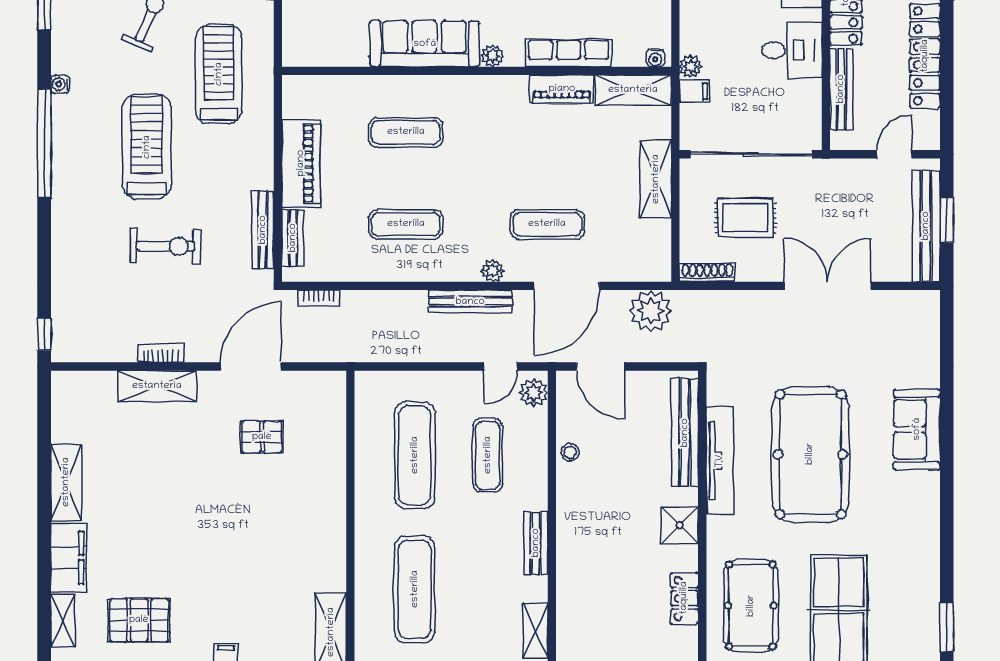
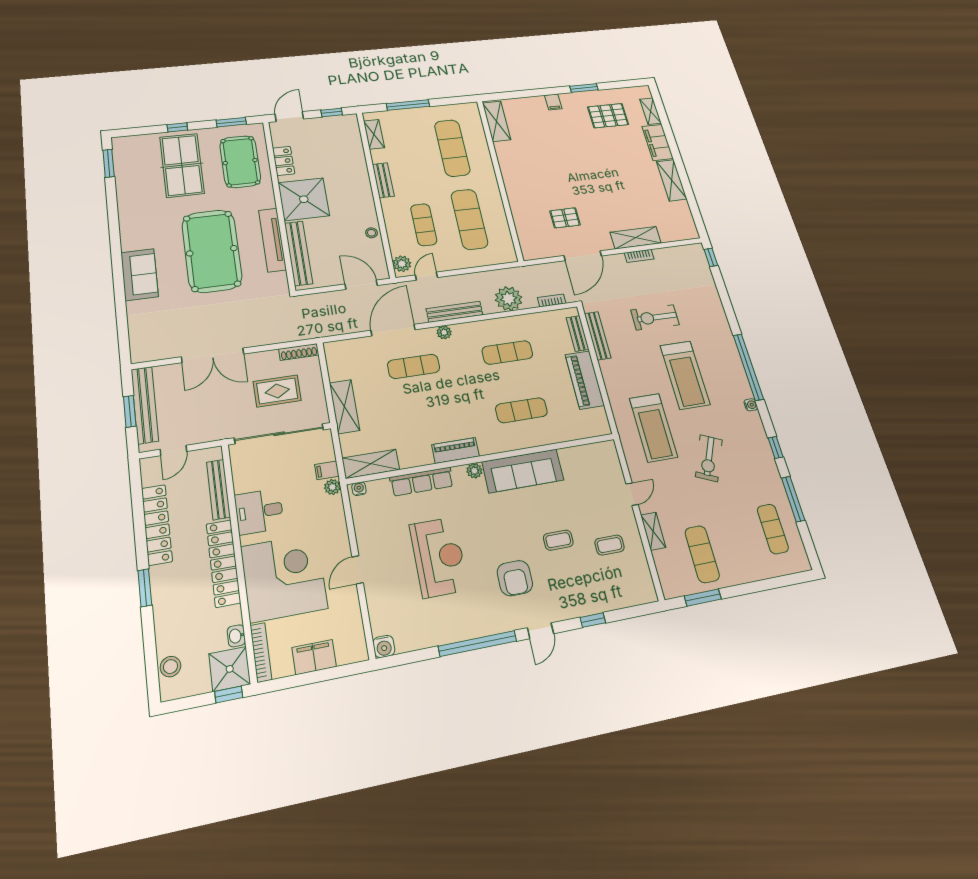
piano: (562, 89) -> (455, 450), moved
plant: (651, 311) -> (509, 299), moved
shower: (680, 525) -> (304, 199), width x1.86, depth x1.86

